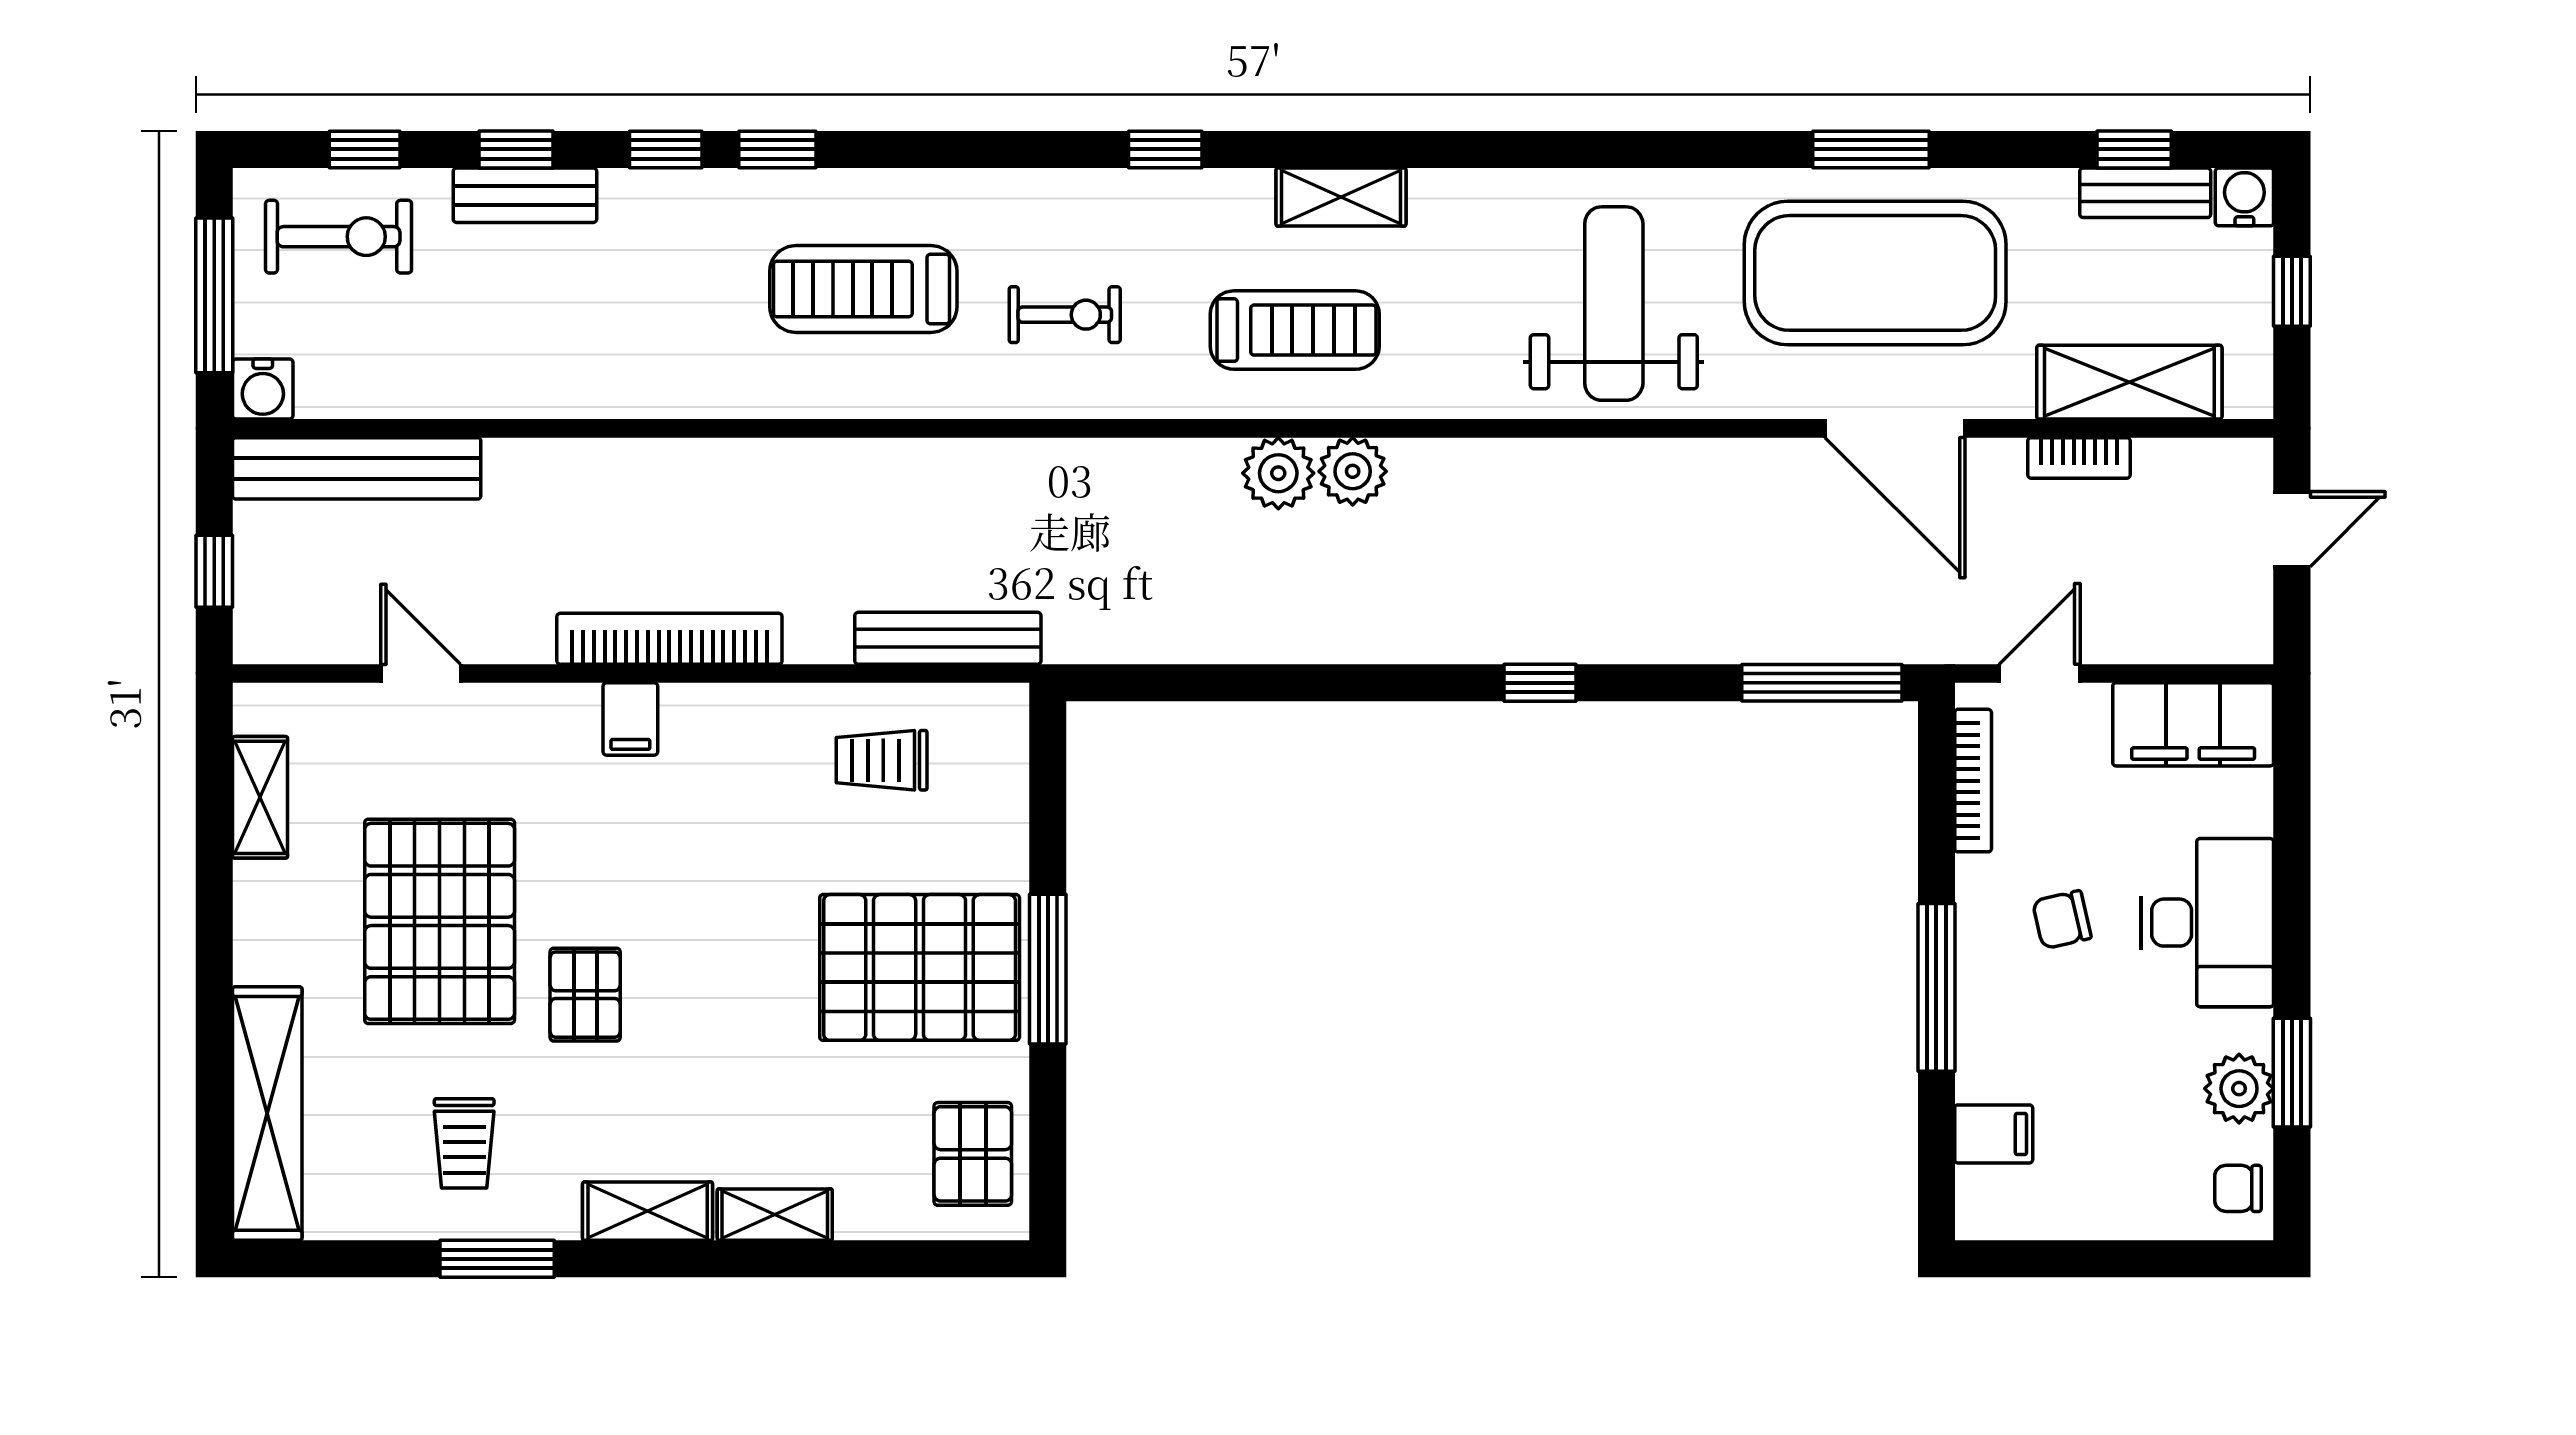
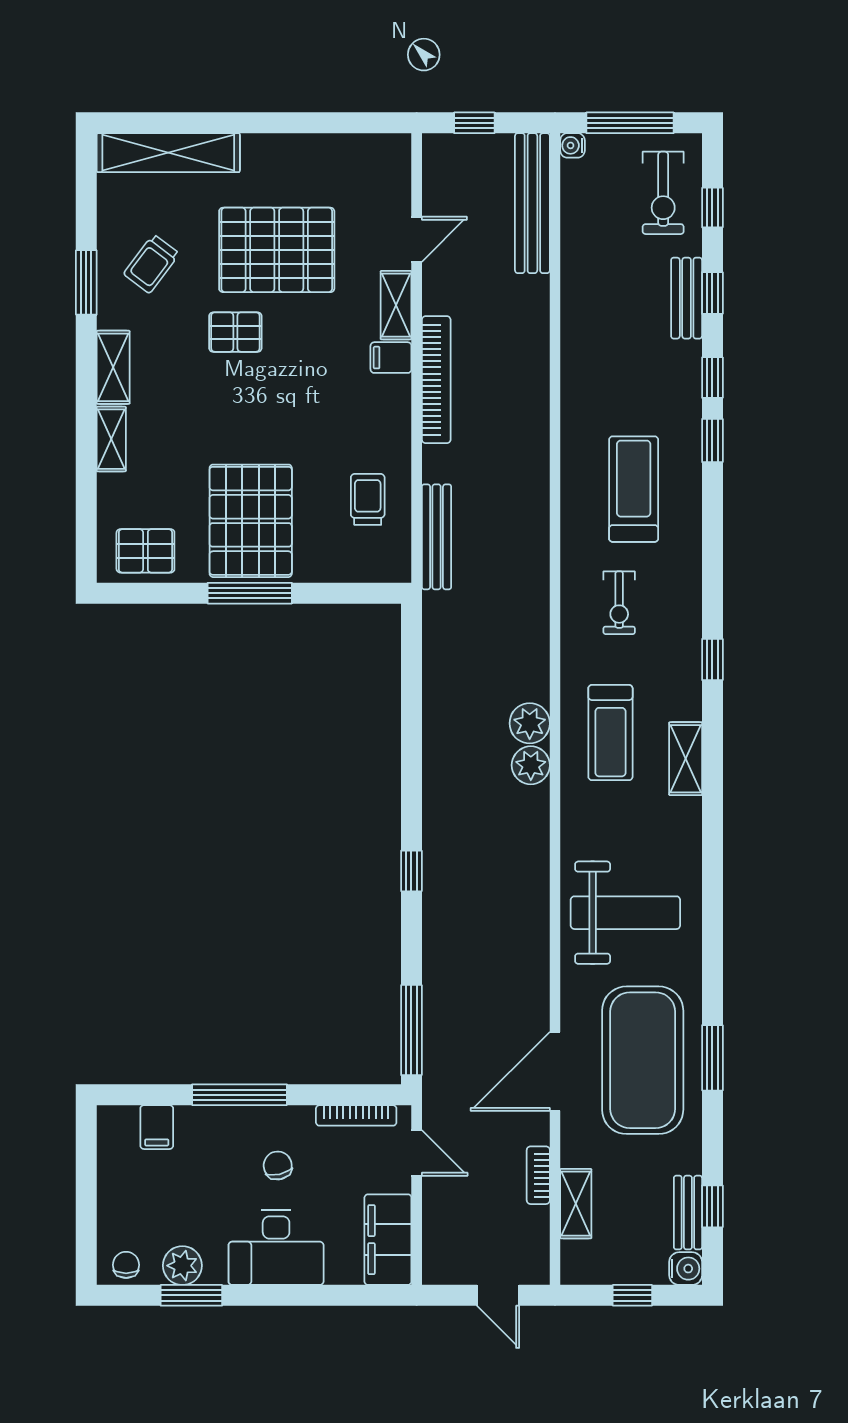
shelving: (2129, 382) -> (576, 1204), width x0.67, depth x0.75
water cooler: (263, 389) -> (572, 145), width x0.72, depth x0.72
shelving: (260, 797) -> (396, 305), moved, turned 90
trolley: (464, 1143) -> (151, 264), turned -53

